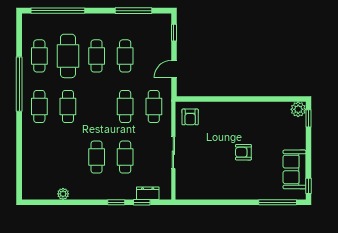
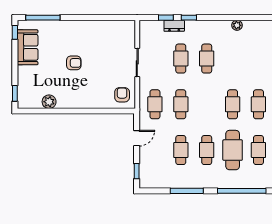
window: (133, 11) -> (187, 191), moved
plant: (298, 109) -> (49, 102), moved
dresser: (148, 193) -> (174, 26), moved

